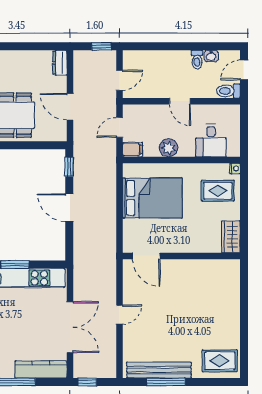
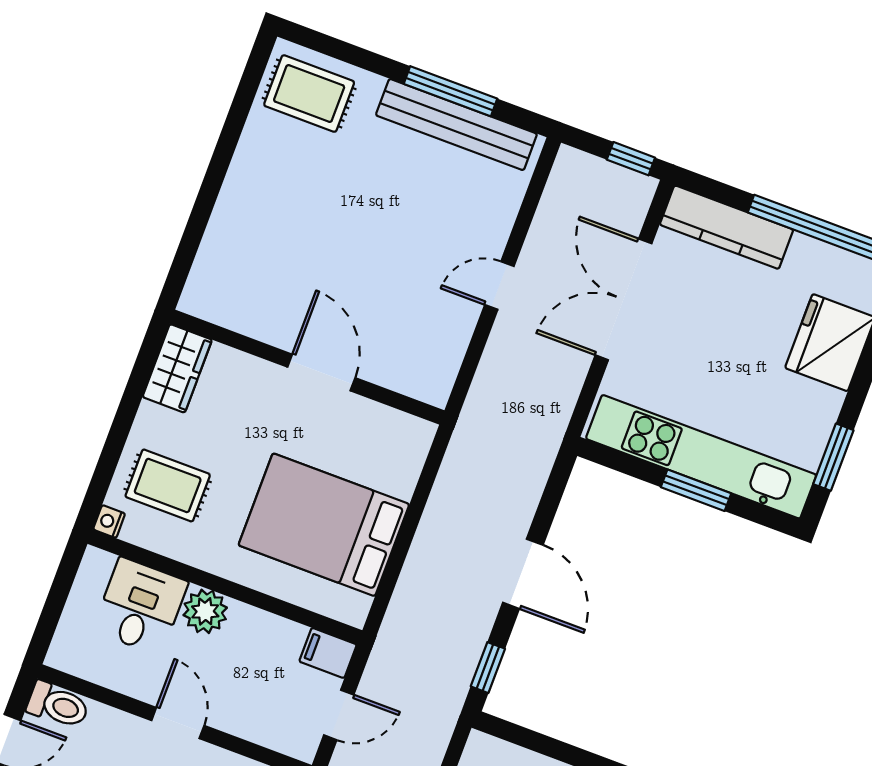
plant: (168, 148) -> (205, 611), moved
door: (146, 256) -> (321, 372), moved

